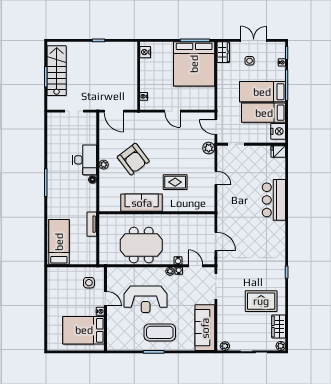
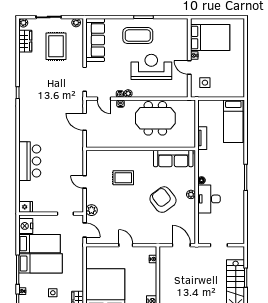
sofa: (142, 203) -> (173, 158), moved
rug: (261, 301) -> (56, 46), moved, turned 90

